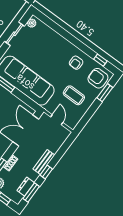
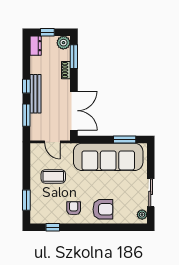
armchair: (98, 78) -> (103, 209), moved
bench: (44, 162) -> (35, 94), width x1.36
dresser: (26, 187) -> (36, 46), moved
window: (31, 192) -> (26, 115), moved

